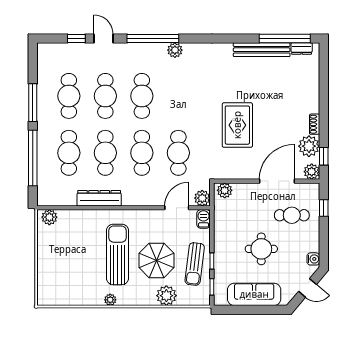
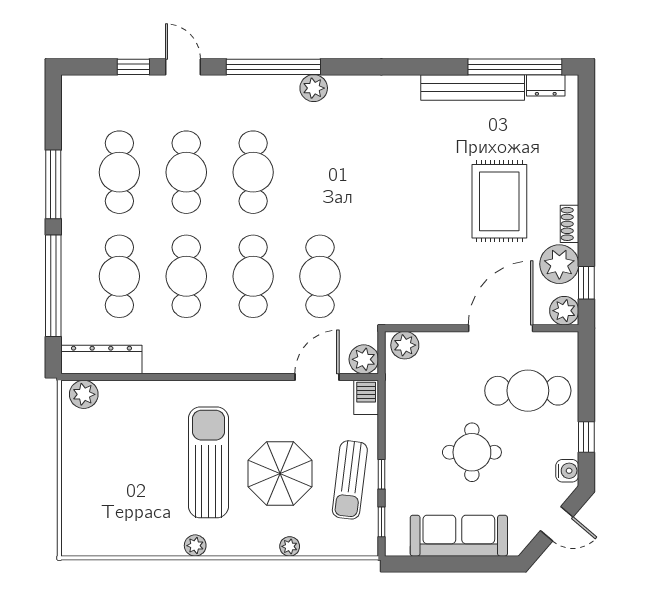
rug: (237, 125) -> (499, 201), moved
dresser: (99, 198) -> (101, 359), moved
window: (324, 208) -> (586, 437), moved
cafe table: (292, 215) -> (528, 391), width x1.37, depth x1.35
plant: (166, 296) -> (290, 546), width x0.53, depth x0.53

